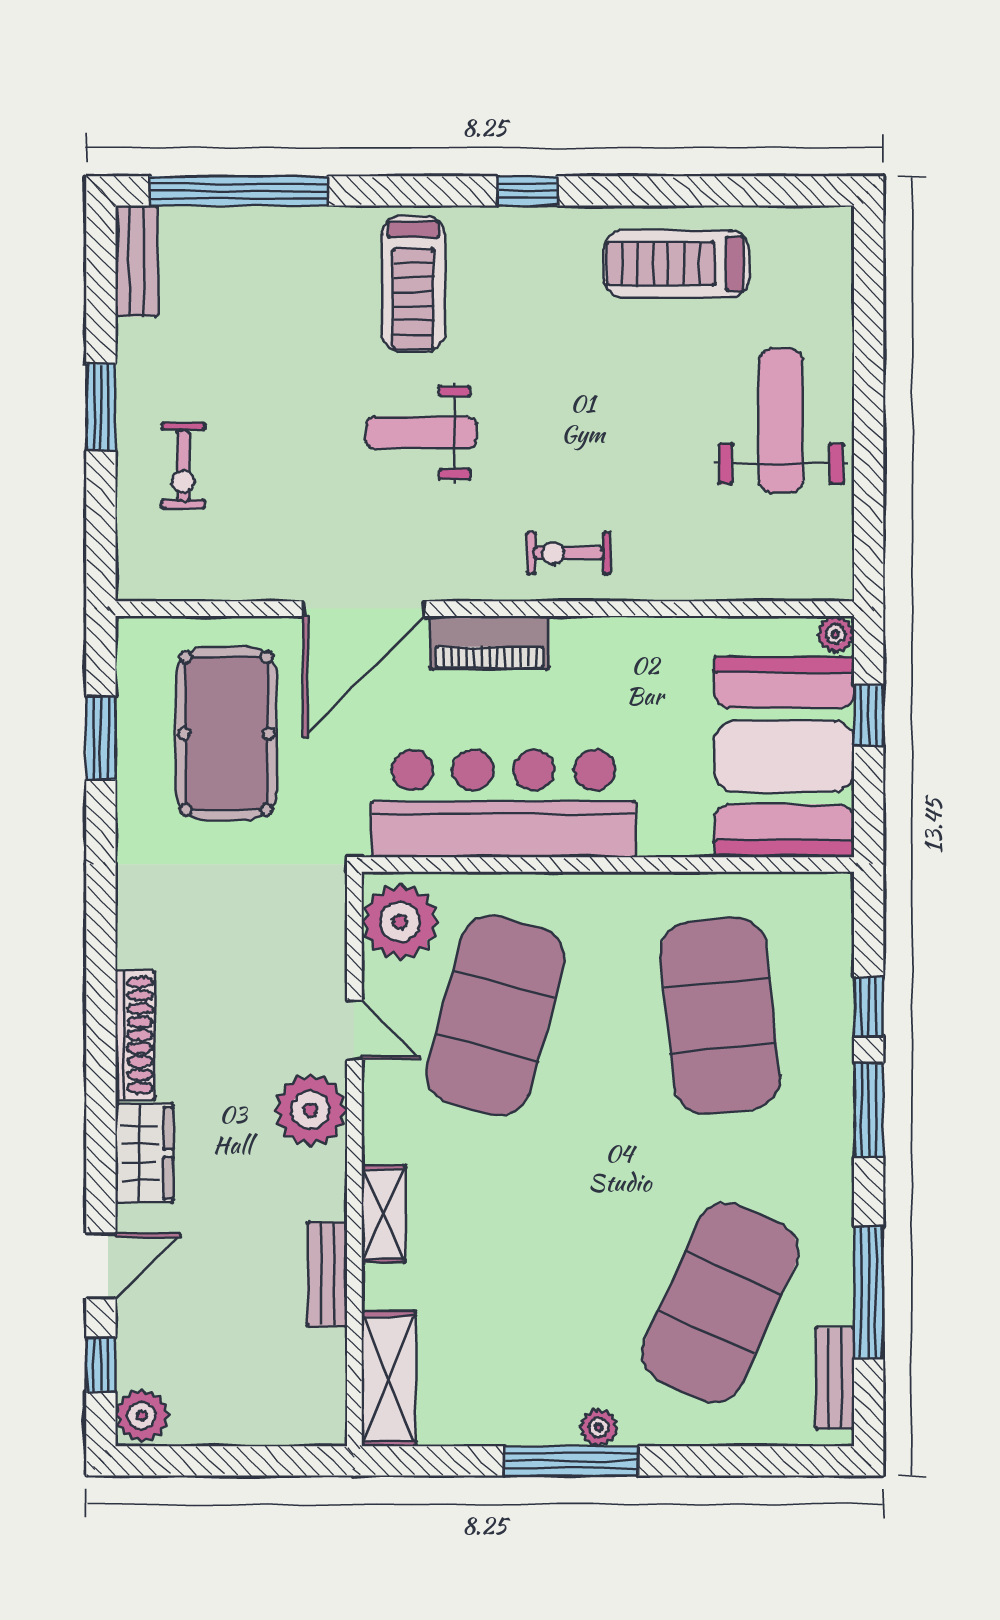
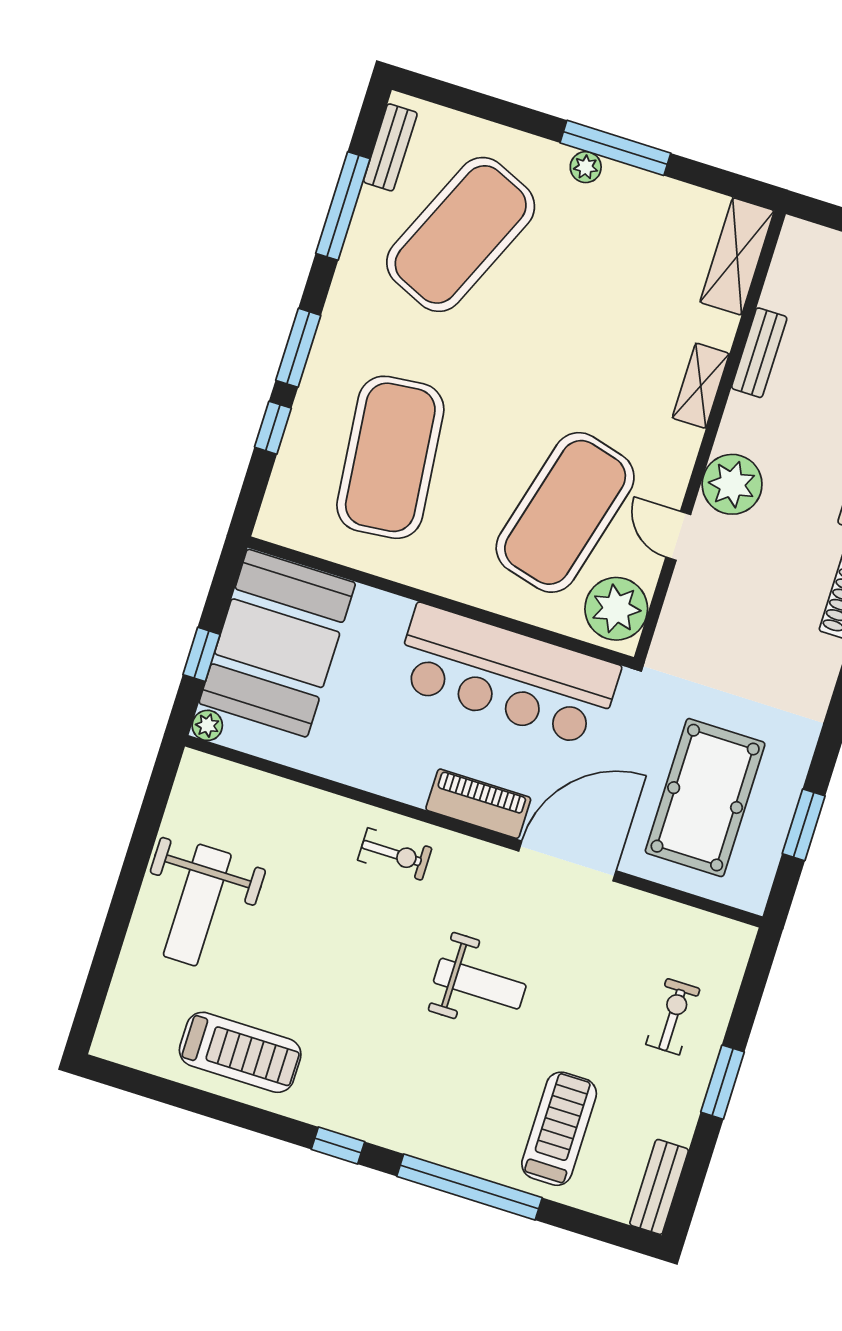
window: (239, 191) -> (469, 1187), moved
treadmill: (413, 284) -> (559, 1129), moved

